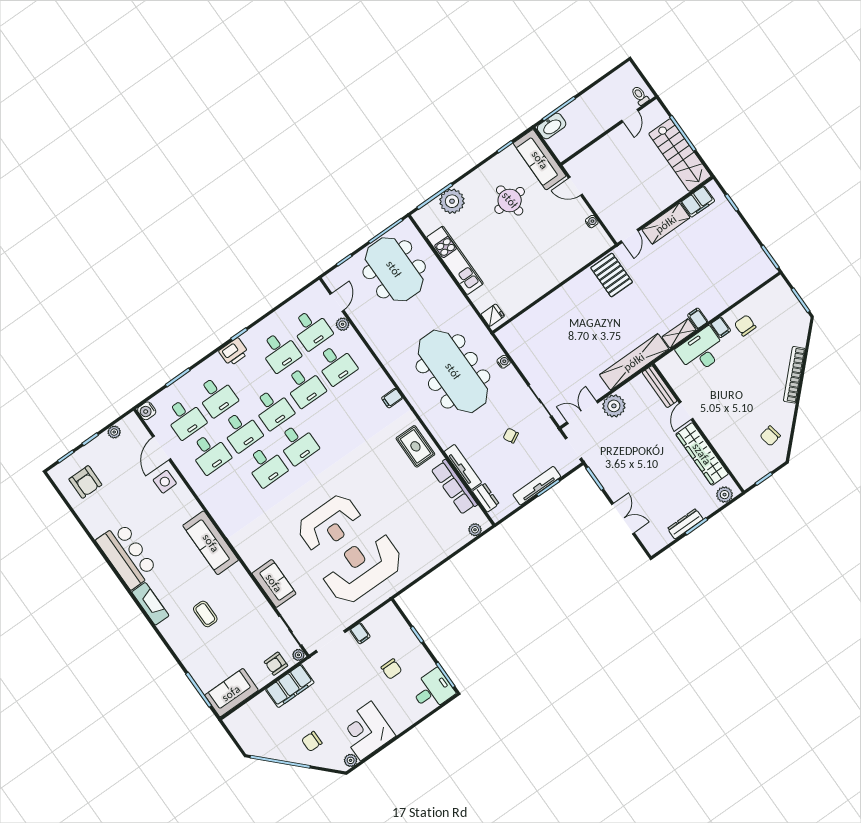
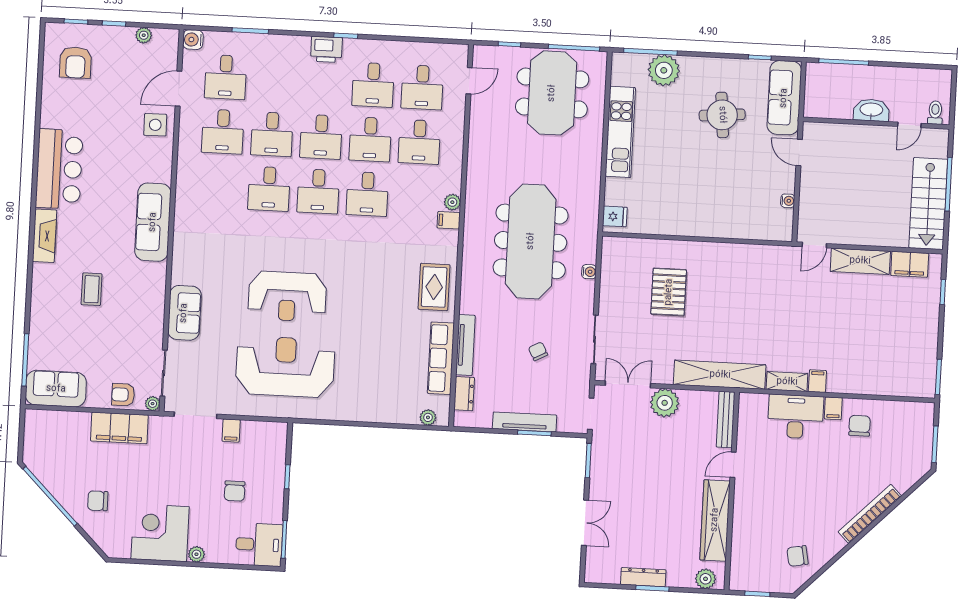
washbasin: (552, 126) -> (871, 110), moved, turned 180
pallet: (612, 275) -> (669, 292), moved
plant: (343, 324) -> (452, 202), moved
desk: (217, 396) -> (367, 194), moved
plant: (351, 760) -> (196, 554), moved

